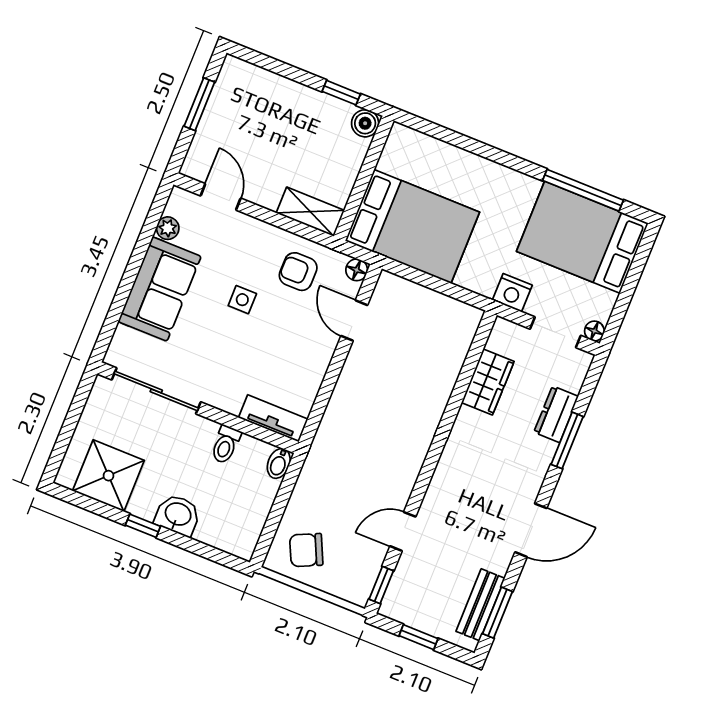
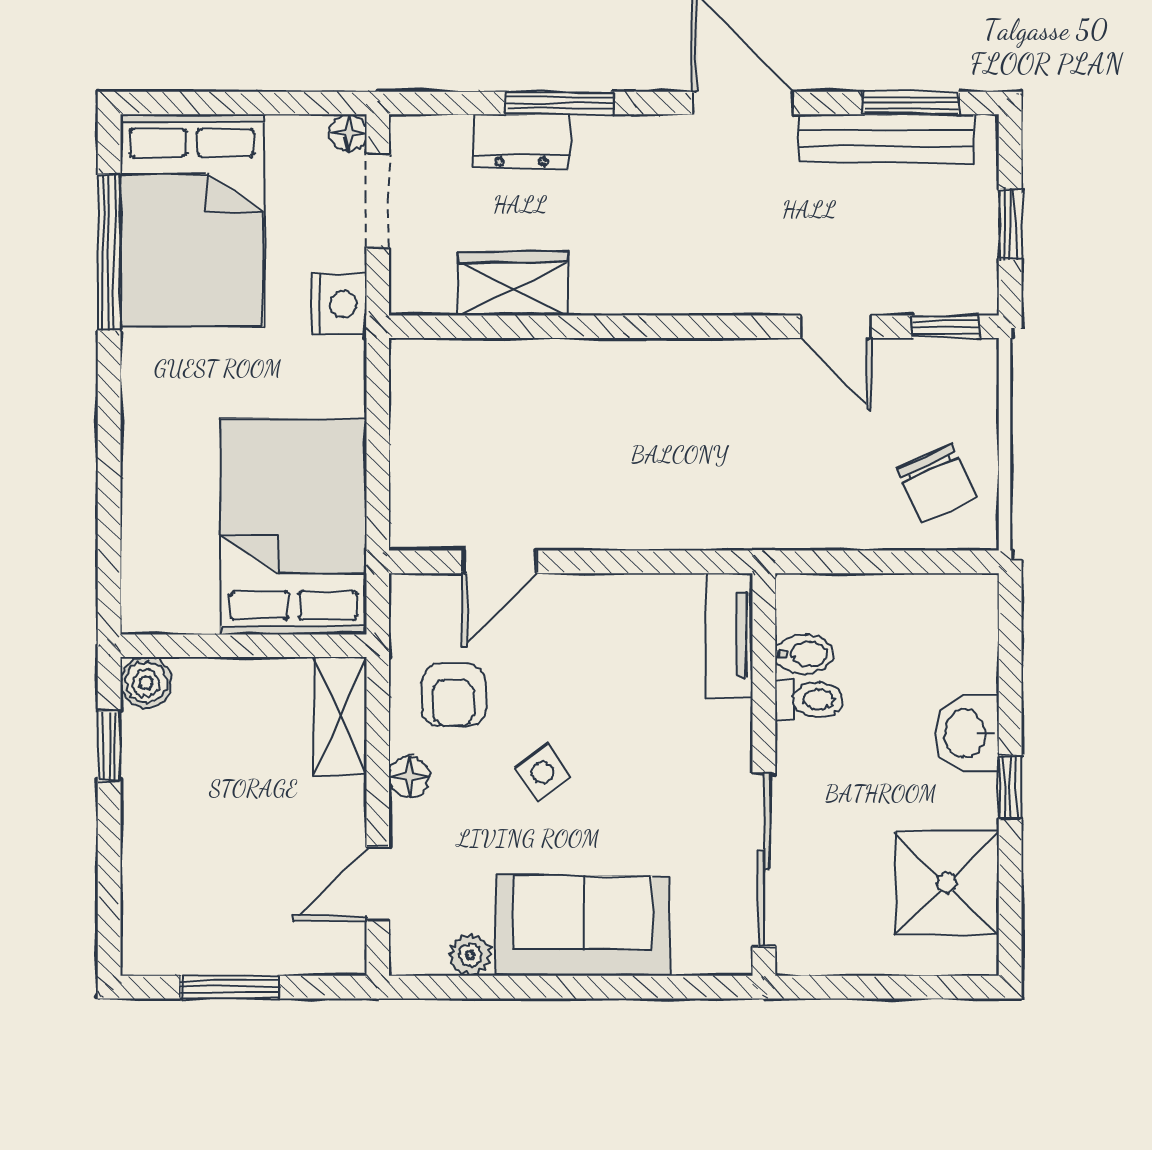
floor lamp: (357, 270) -> (409, 777), moved
side table: (242, 300) -> (543, 773), turned -37
bidet: (279, 463) -> (804, 654), moved
bench: (480, 605) -> (886, 139), width x1.36

